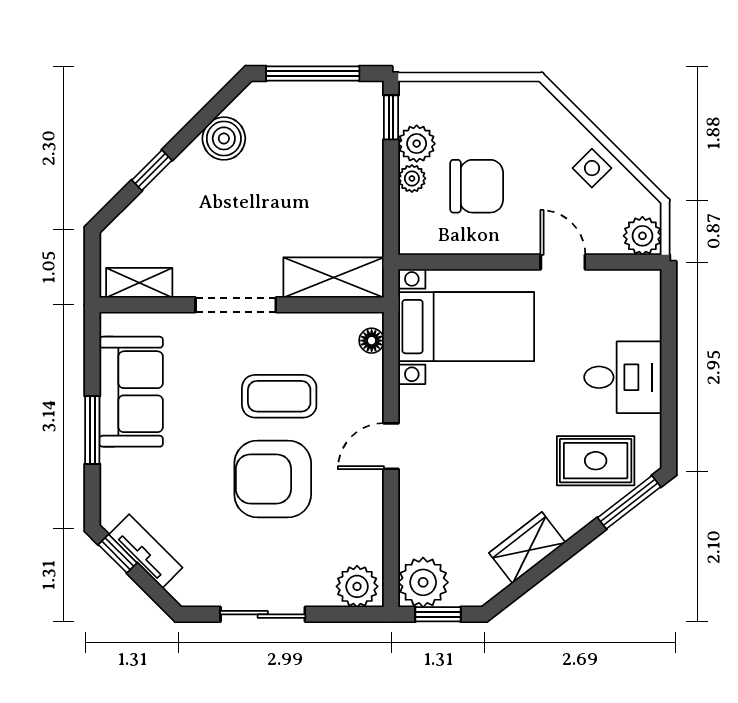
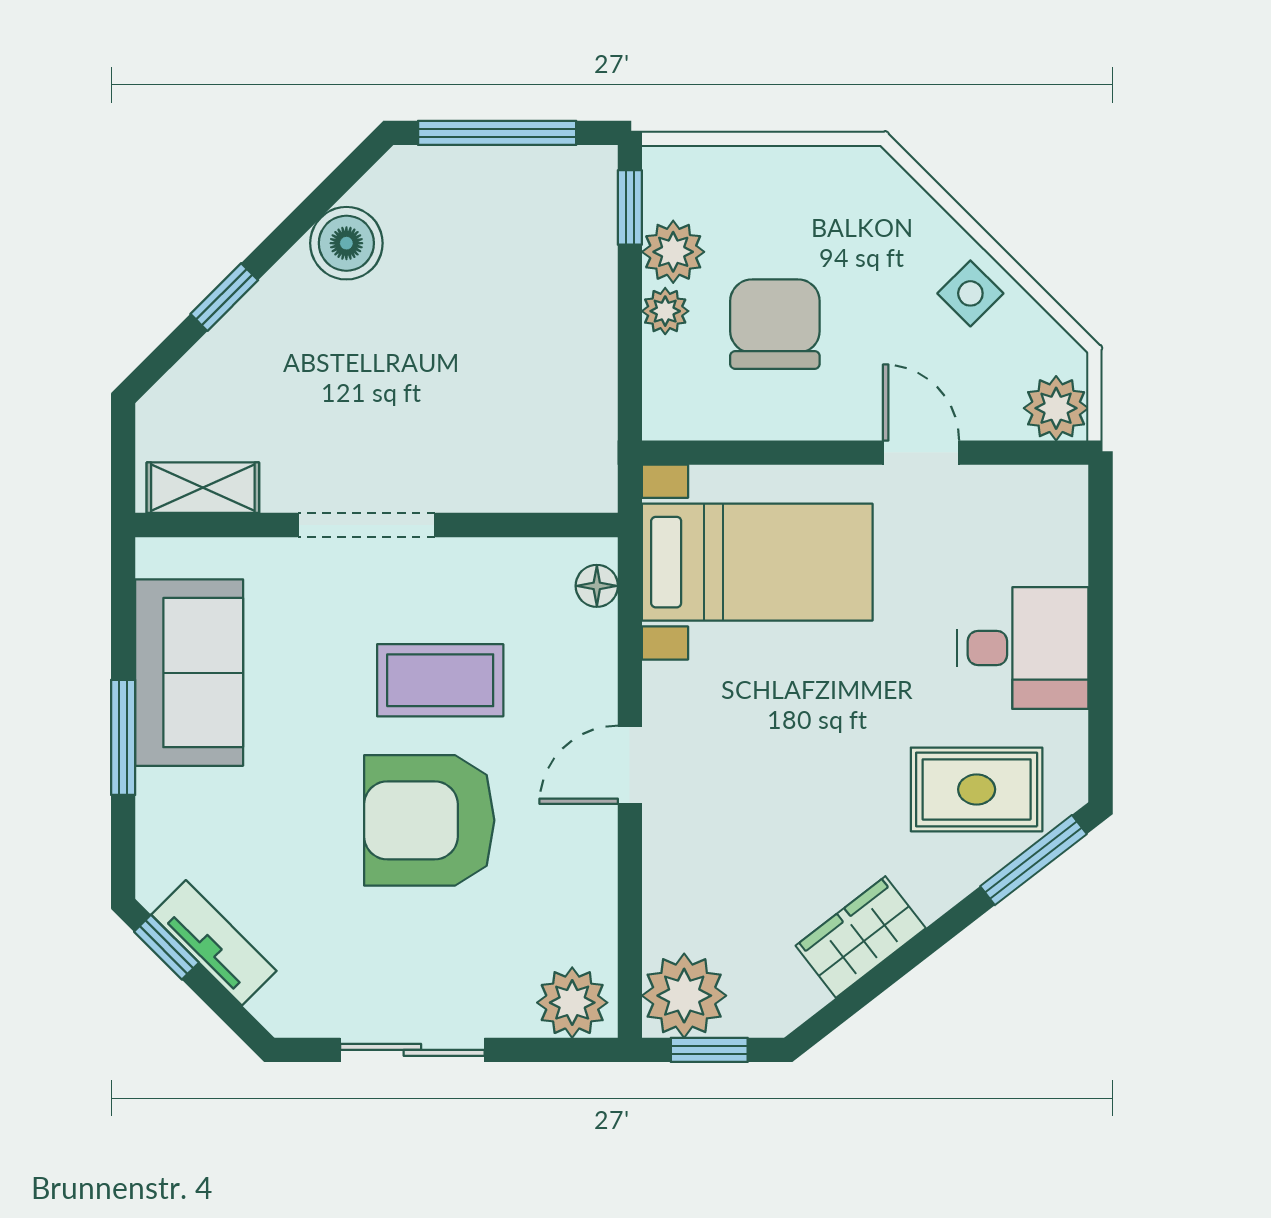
chair: (477, 186) -> (775, 324), turned -90
shelving: (334, 277) -> (532, 479), removed

